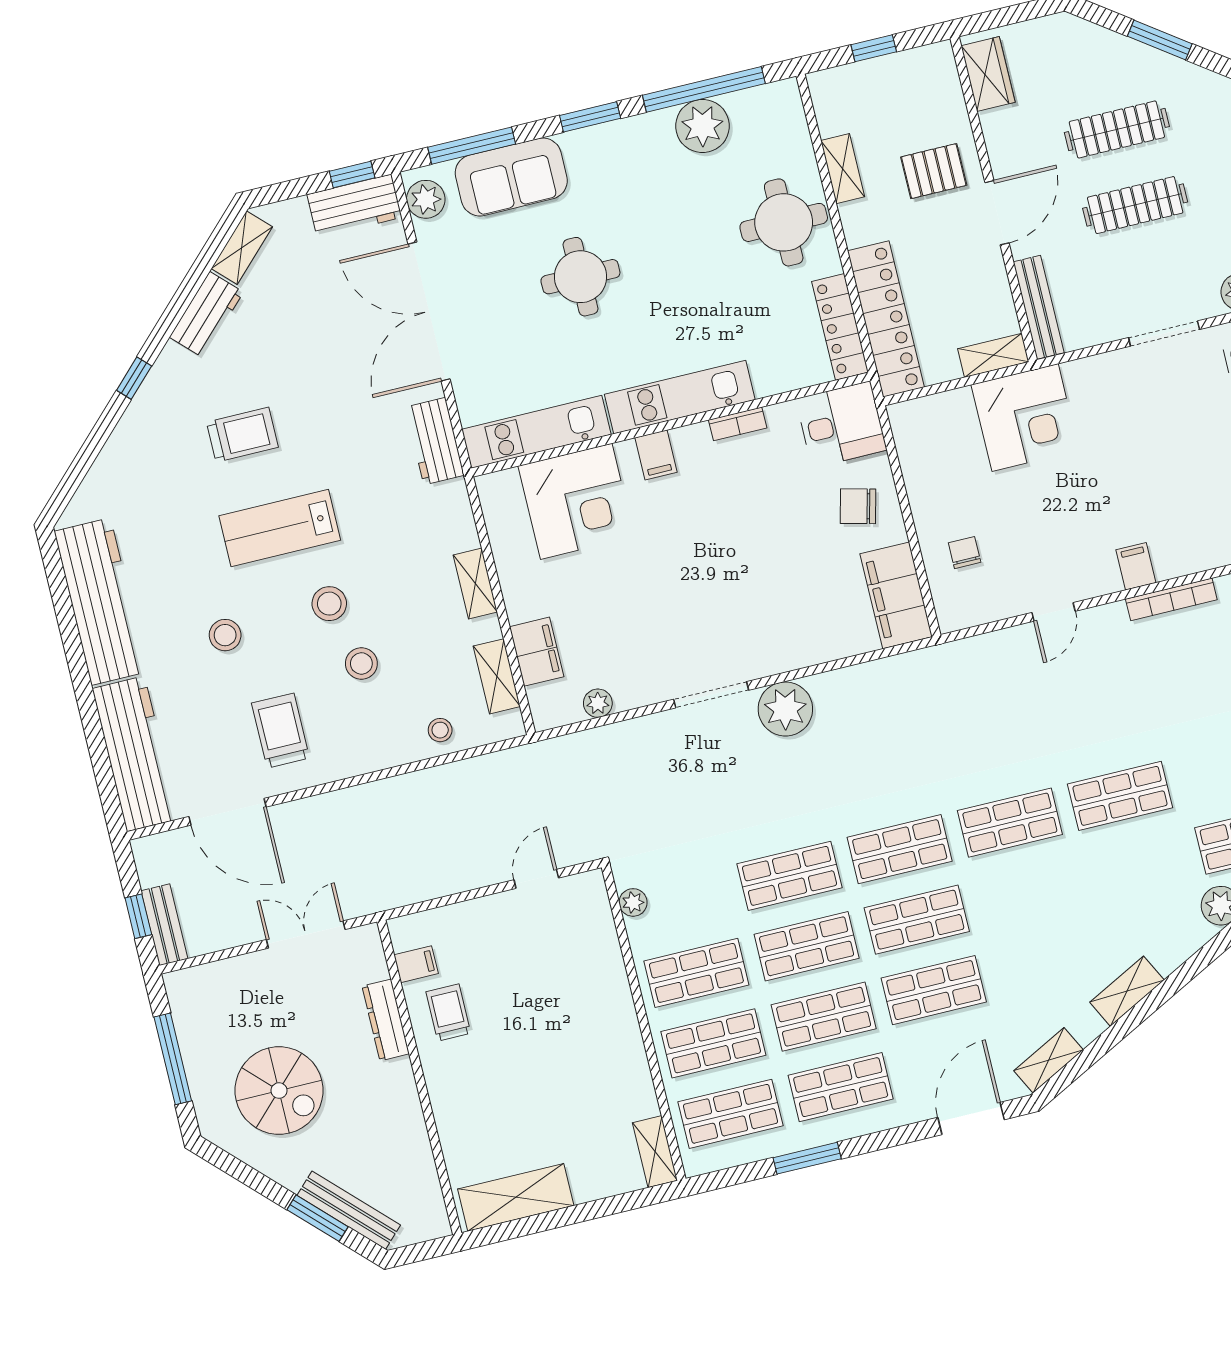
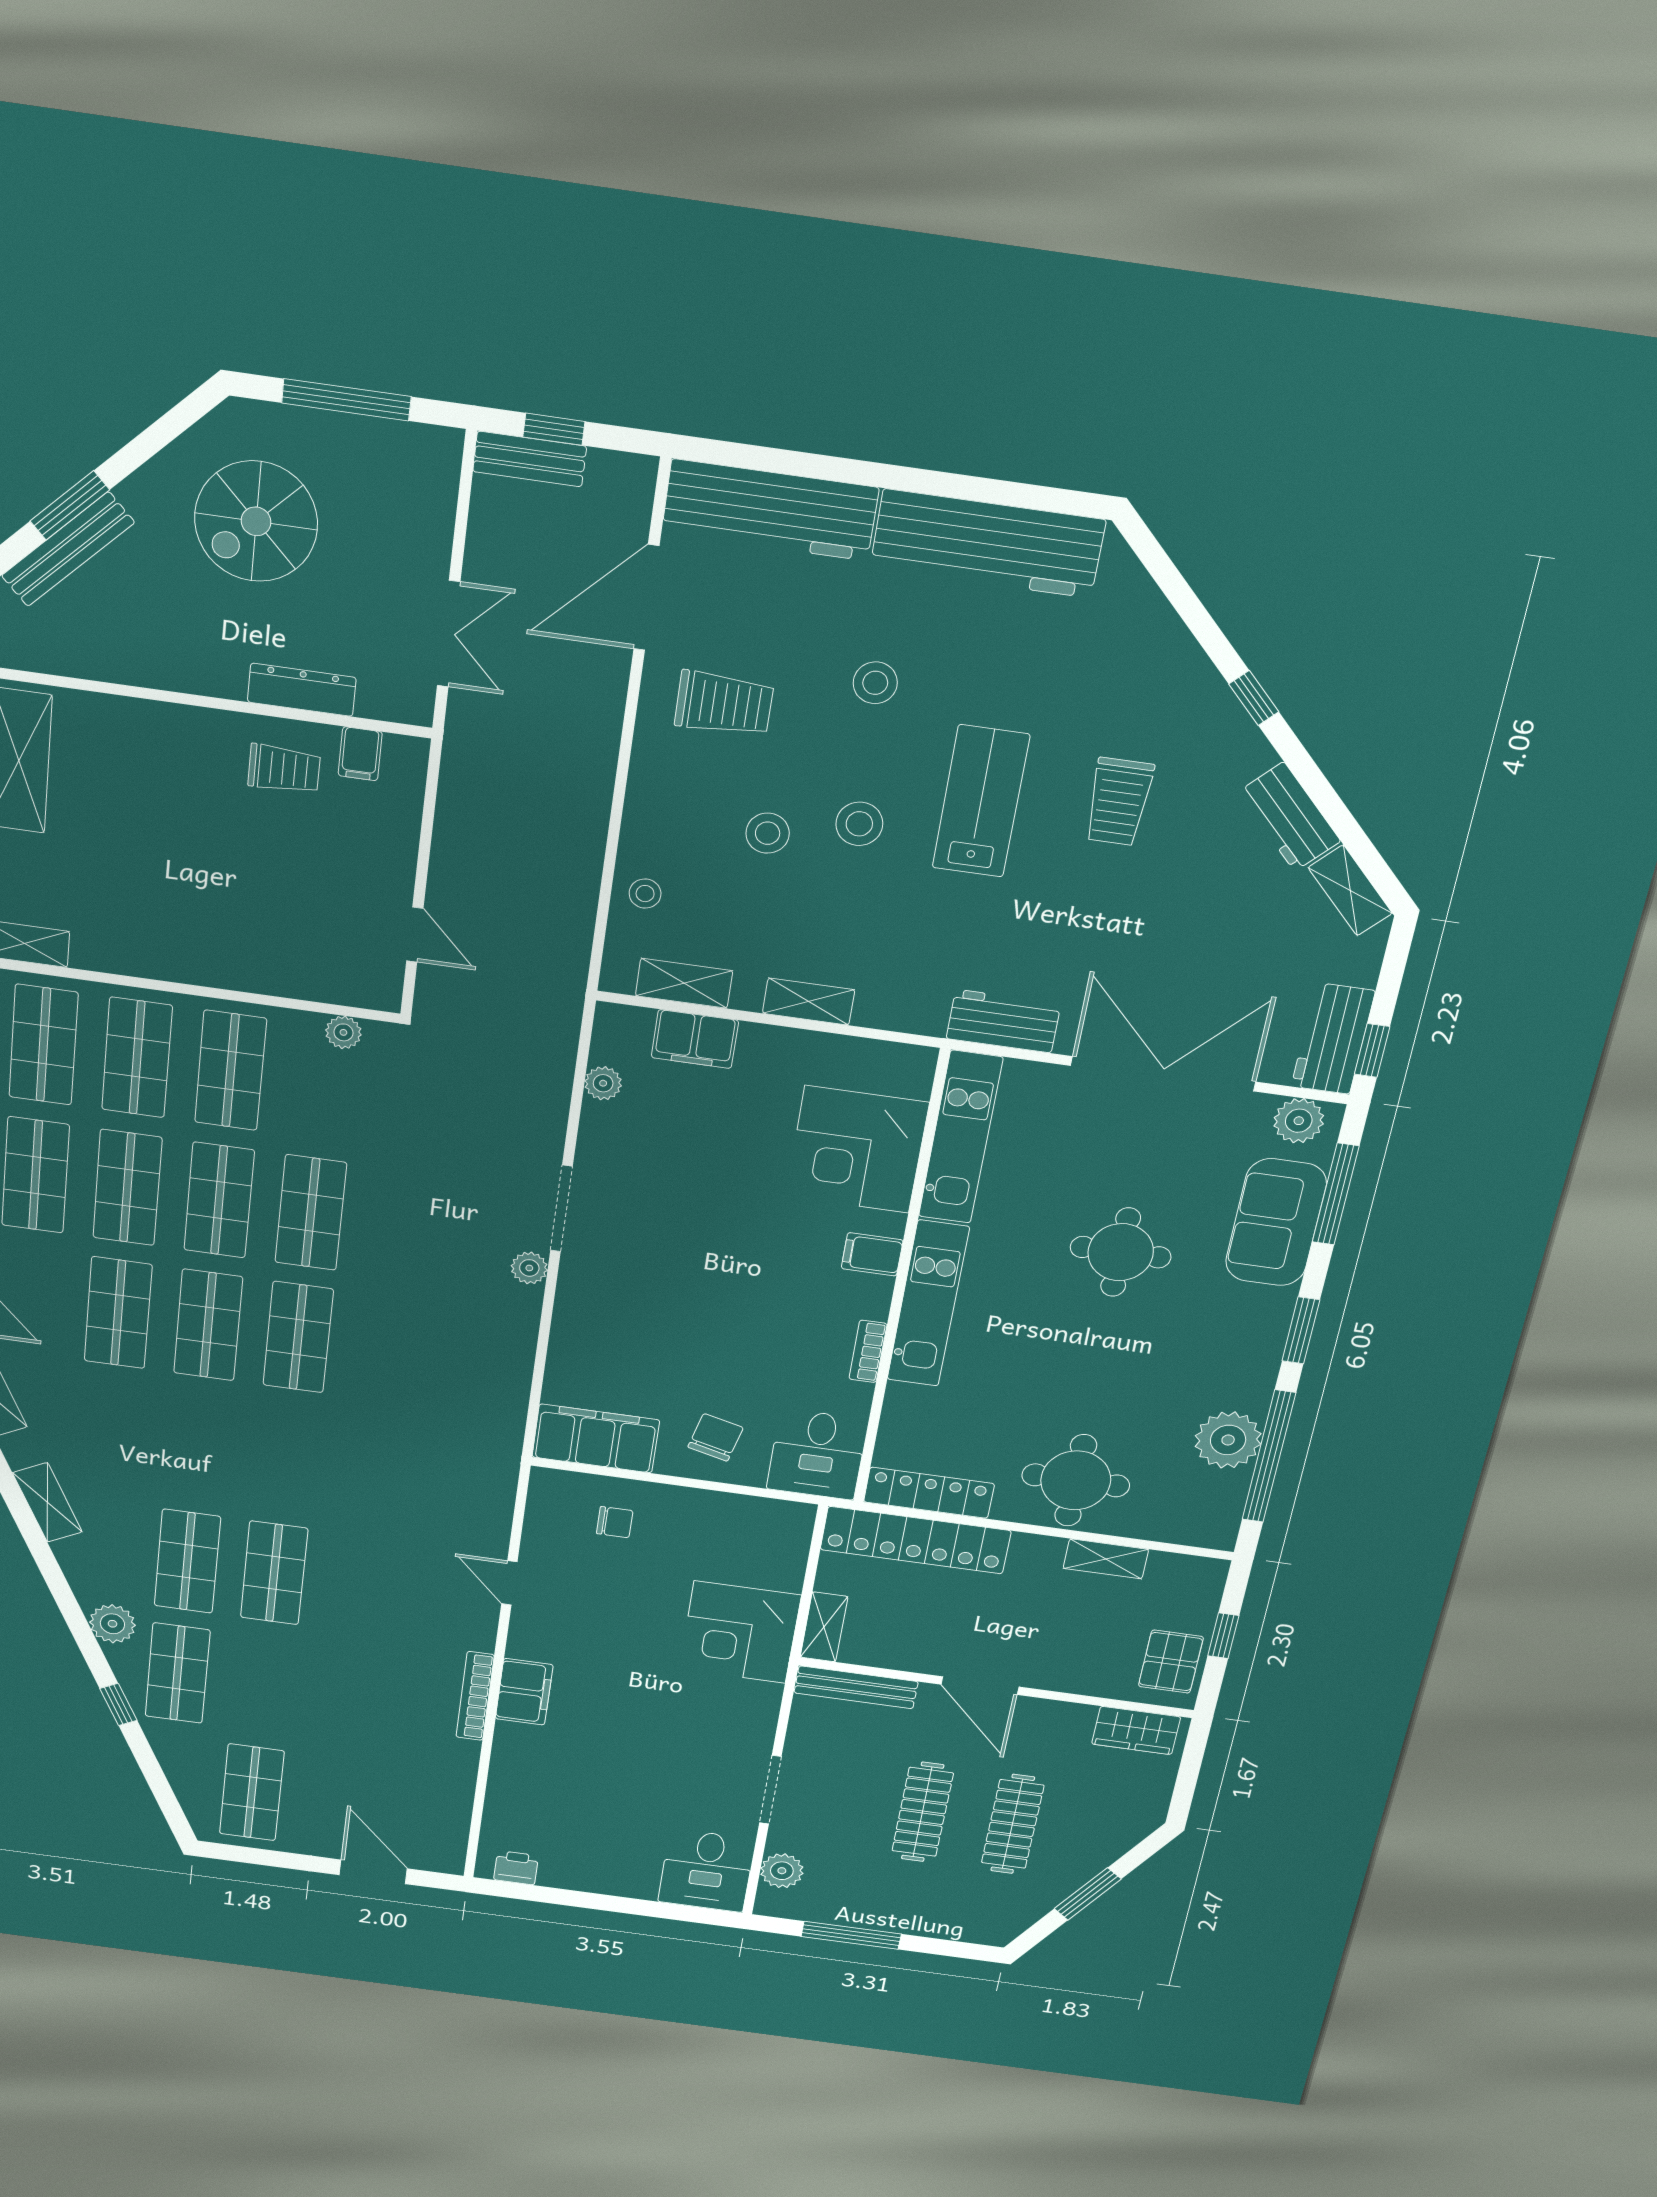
pallet: (934, 171) -> (1171, 1662), moved
filing cabinet: (1136, 566) -> (524, 1692), width x2.00
plant: (785, 709) -> (529, 1268), width x0.53, depth x0.53
shop shelf: (1010, 823) -> (187, 1561), moved

